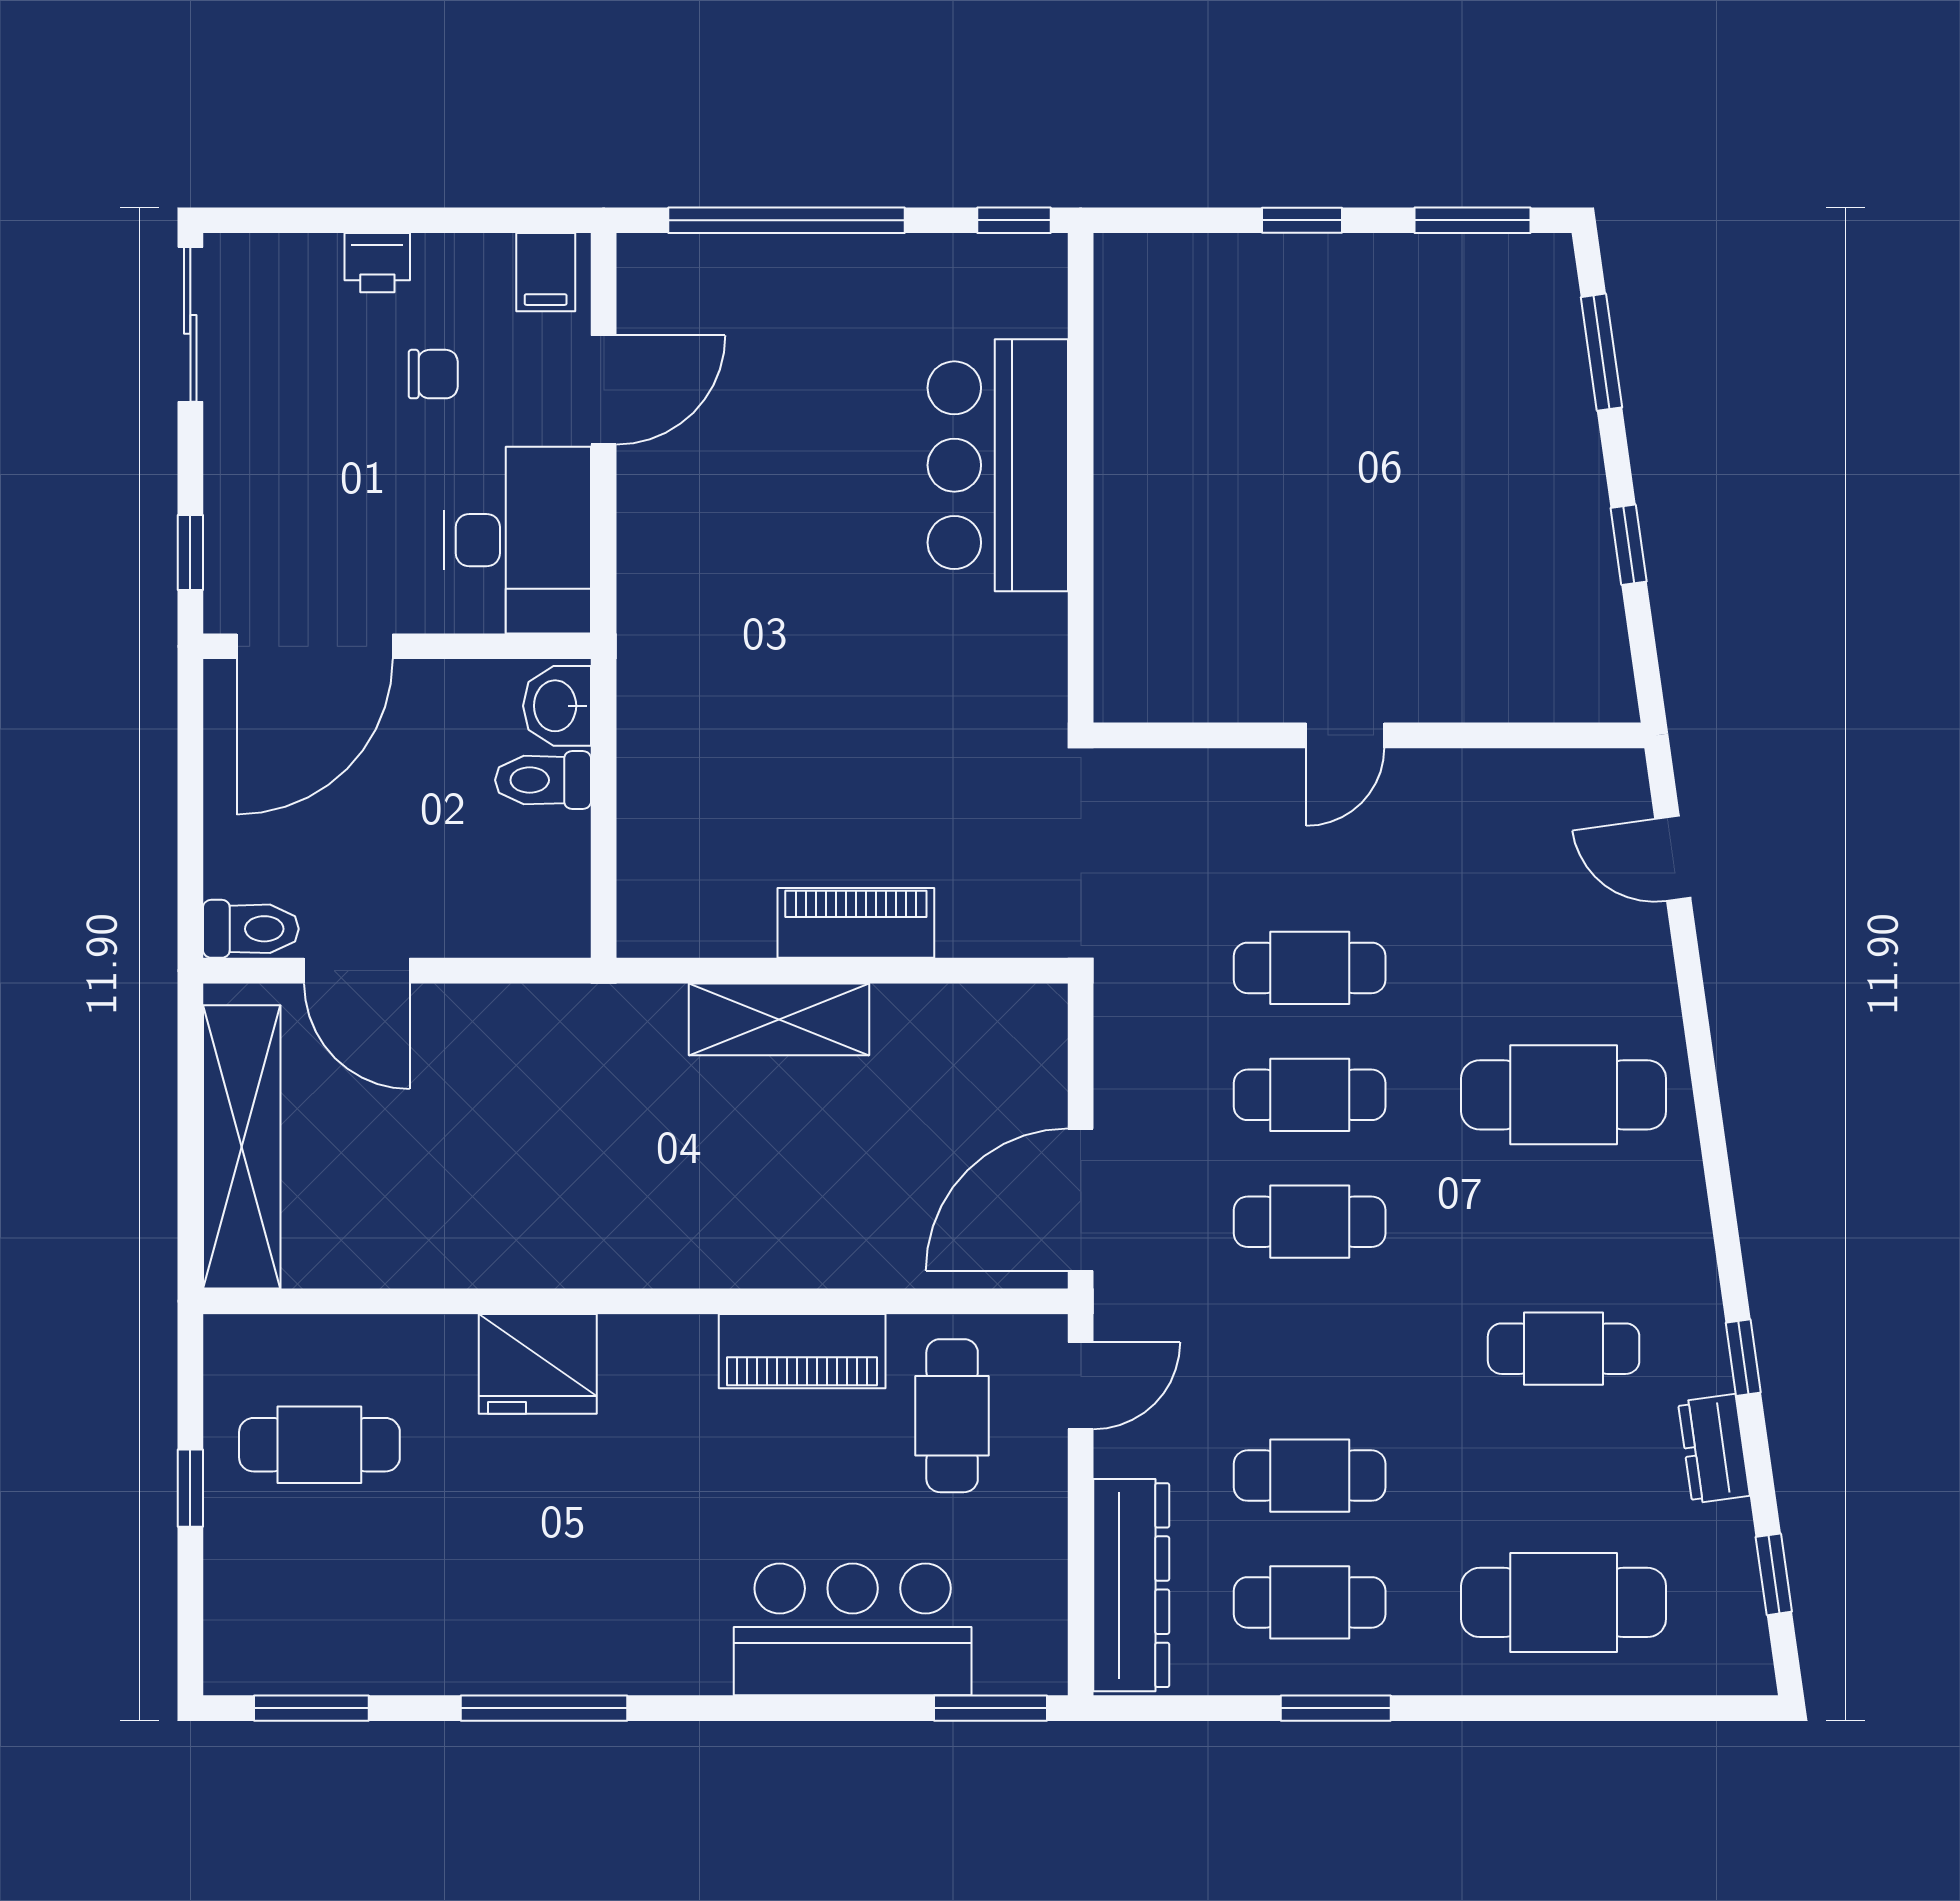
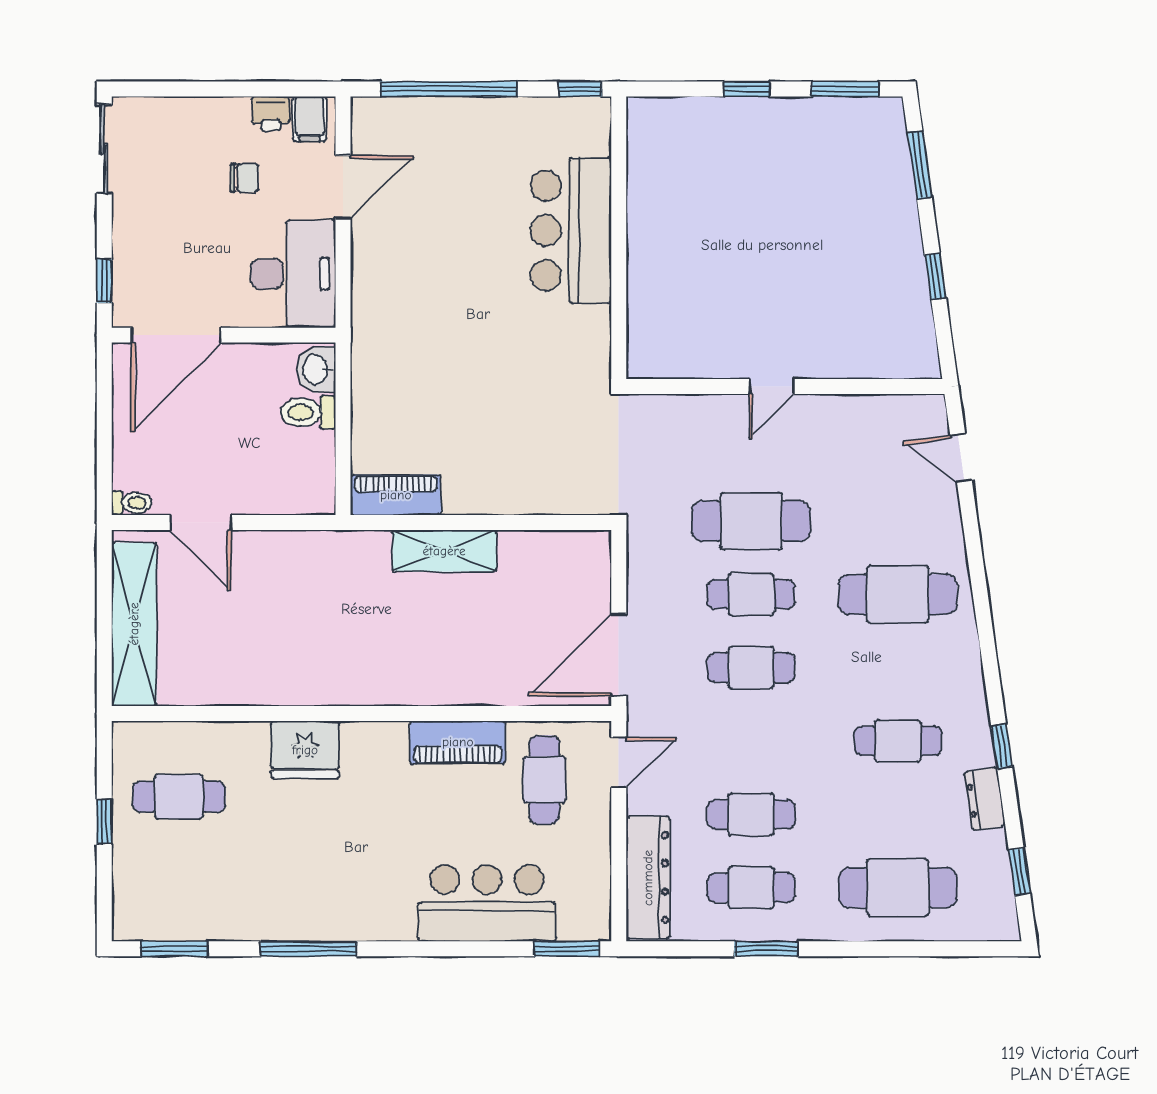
printer: (377, 263) -> (271, 113), moved
piano: (856, 923) -> (396, 495), moved
toilet: (251, 929) -> (132, 503), width x0.73, depth x0.72
cafe table: (1310, 968) -> (751, 521), width x1.37, depth x1.35

